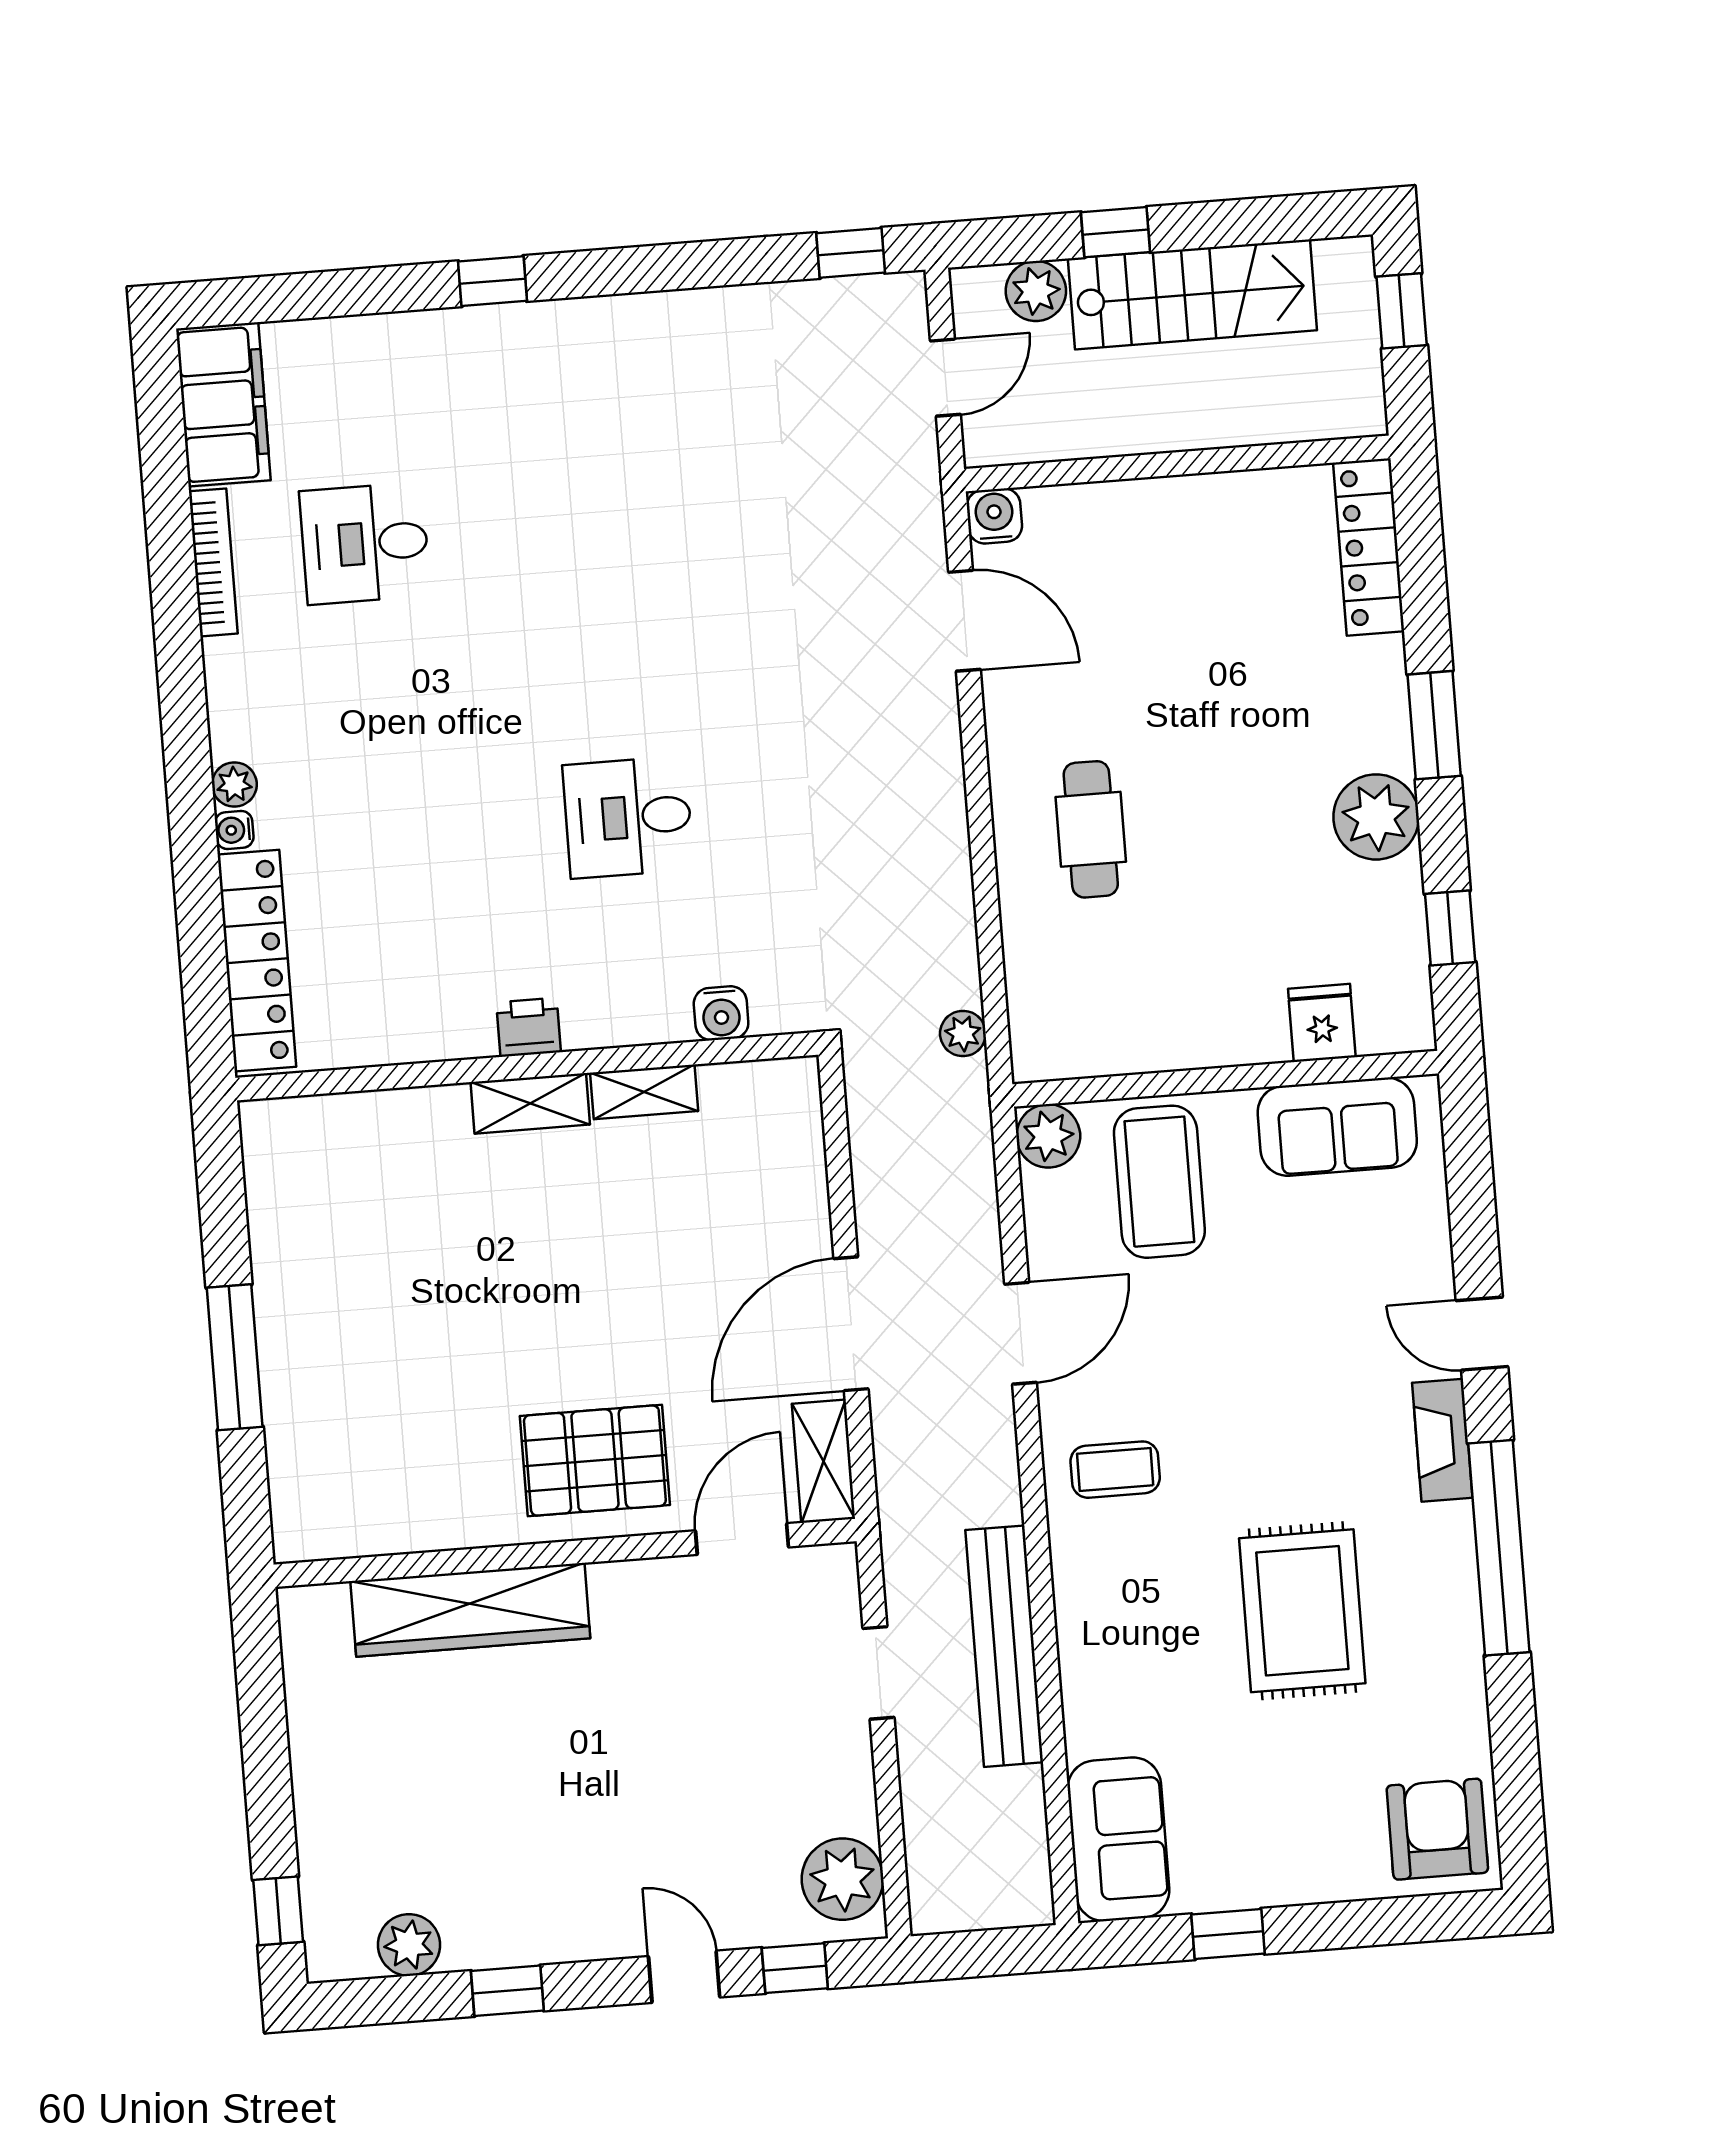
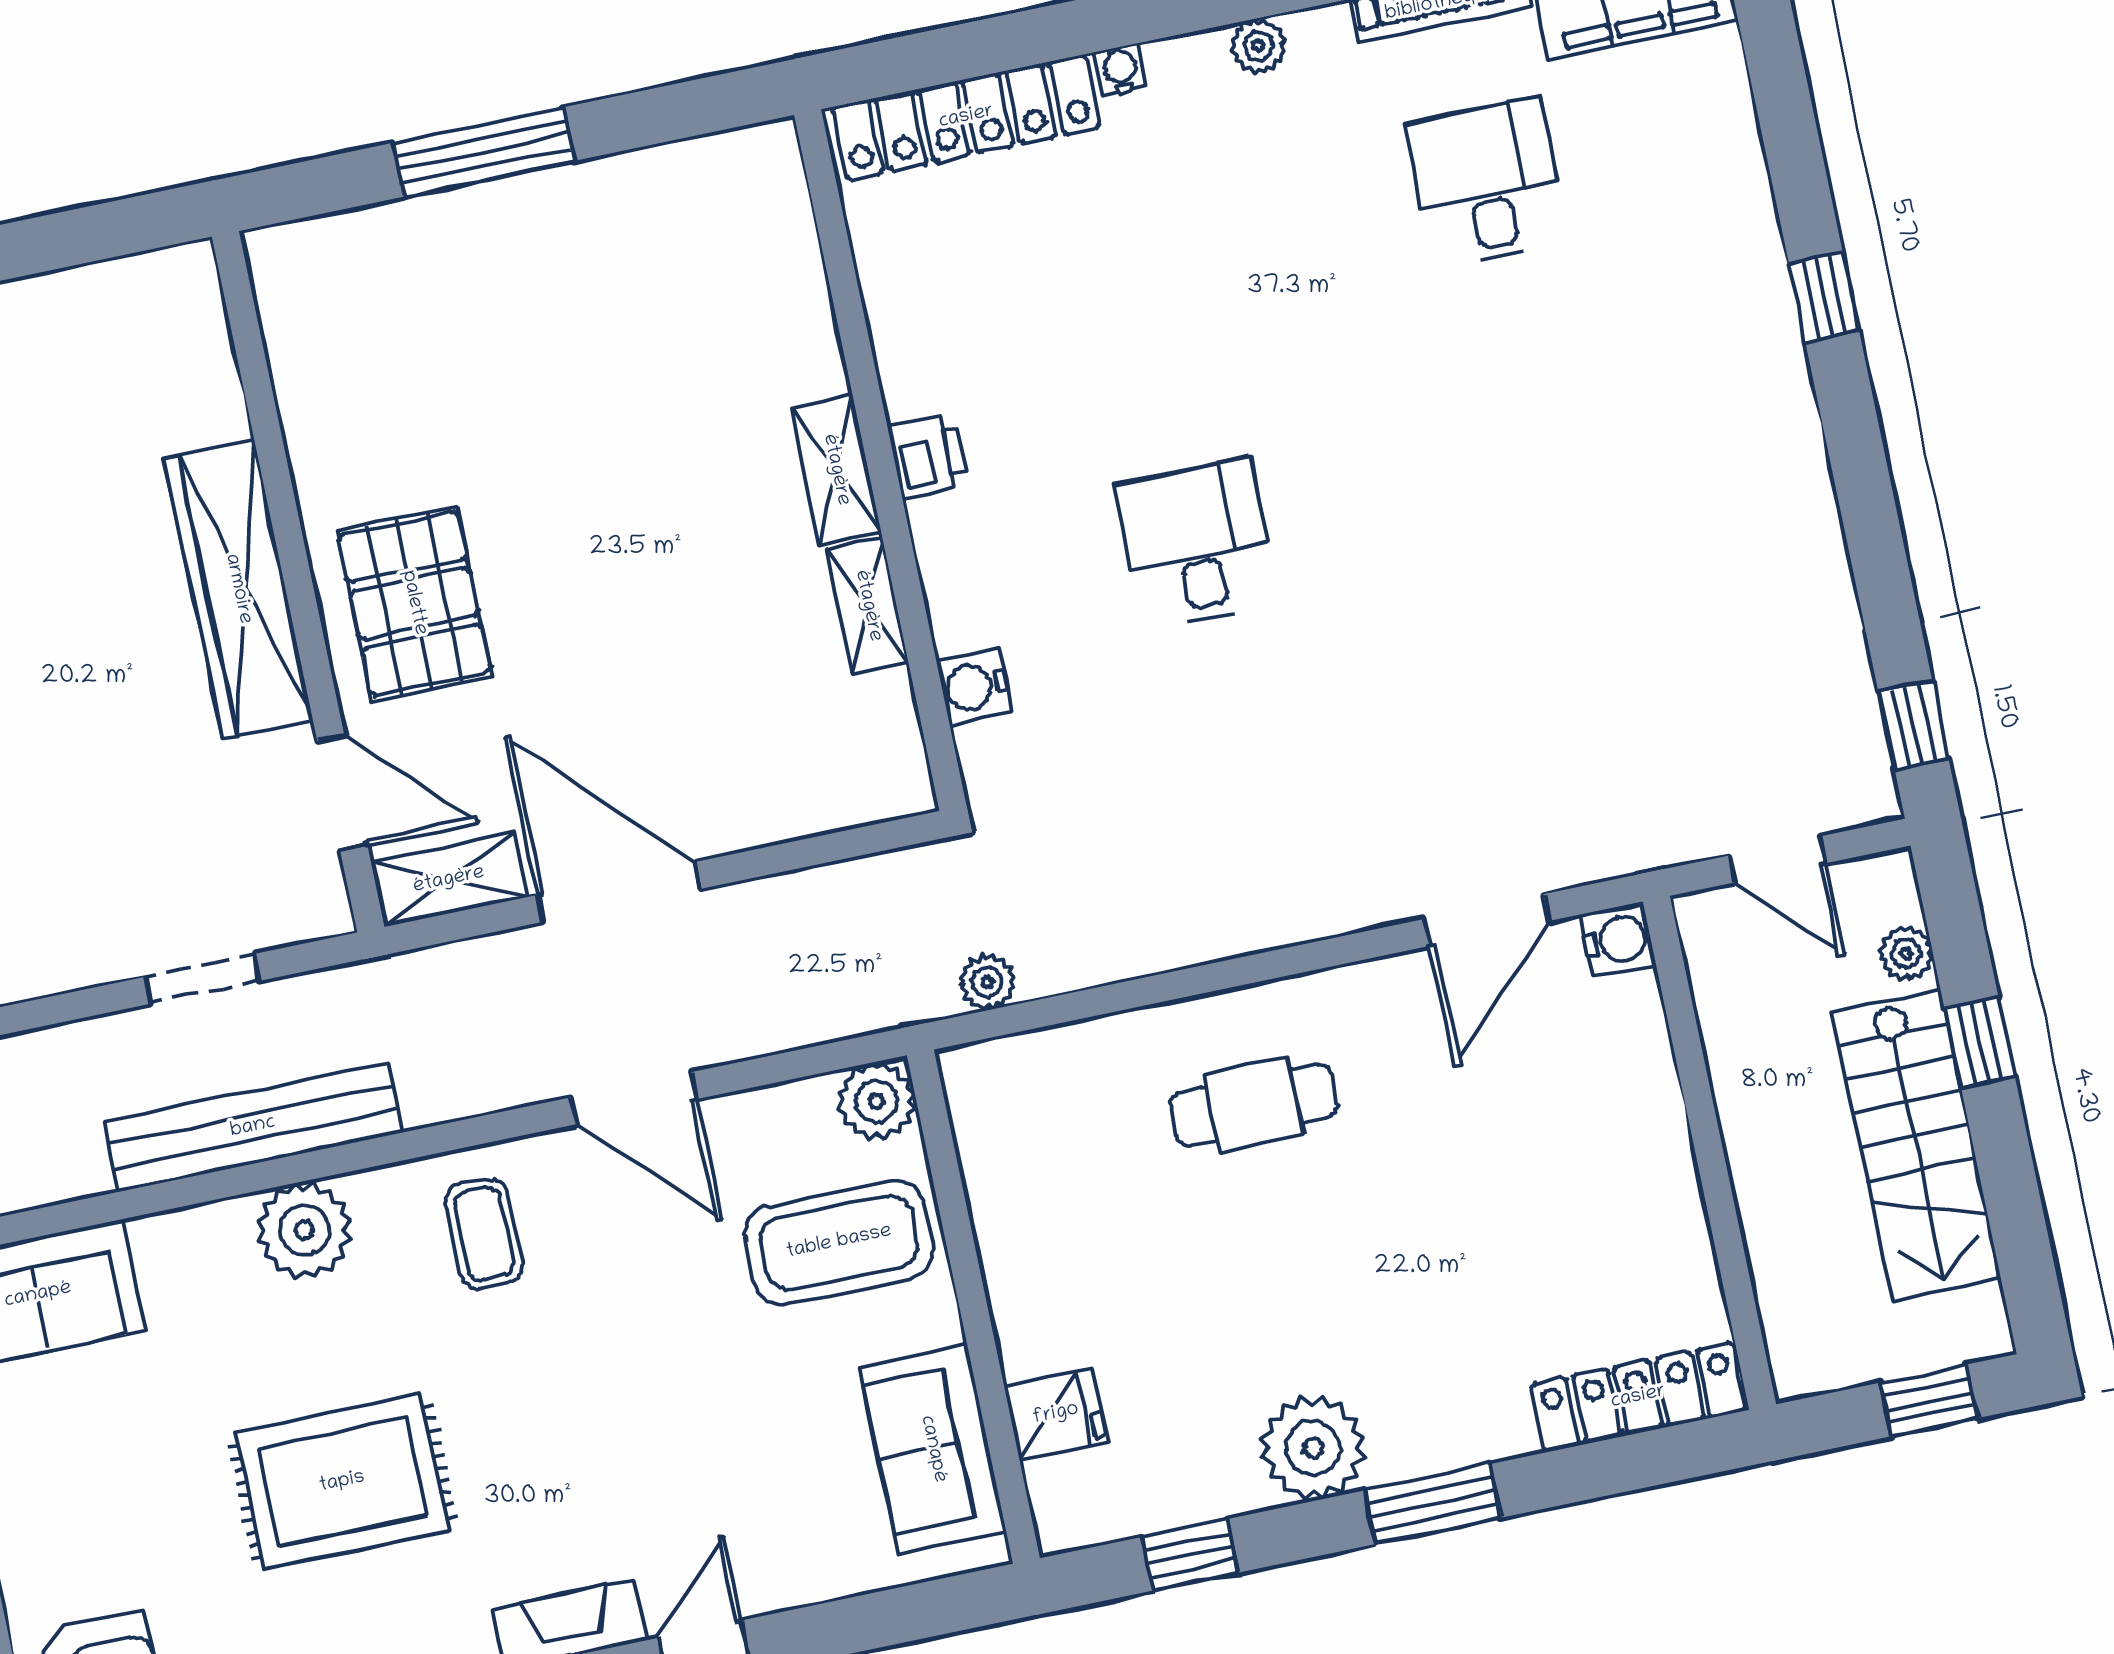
plant: (1036, 291) -> (1906, 953), width x0.73, depth x0.73
plant: (234, 784) -> (1258, 46), moved
wardrobe: (470, 1610) -> (238, 589), moved
plant: (1094, 1615) -> (304, 1230), added

